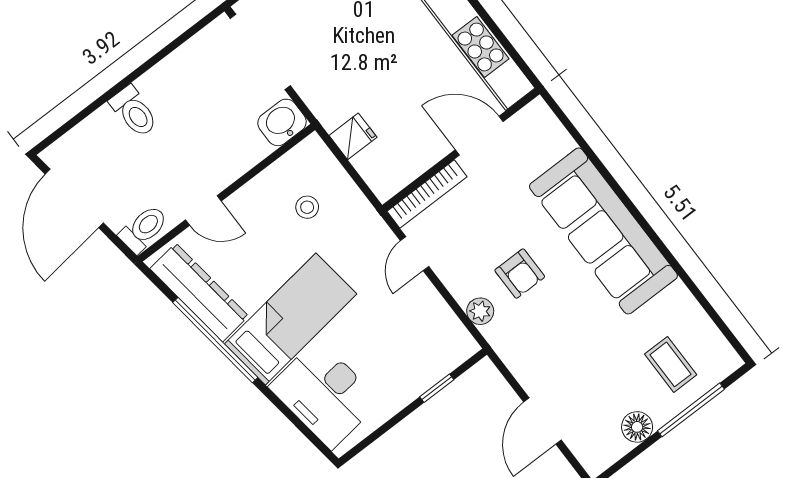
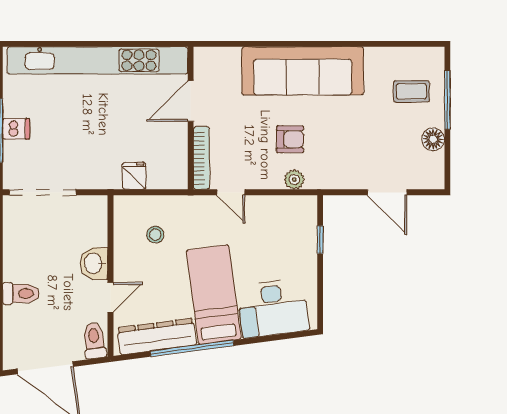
washbasin: (282, 122) -> (94, 263), moved

